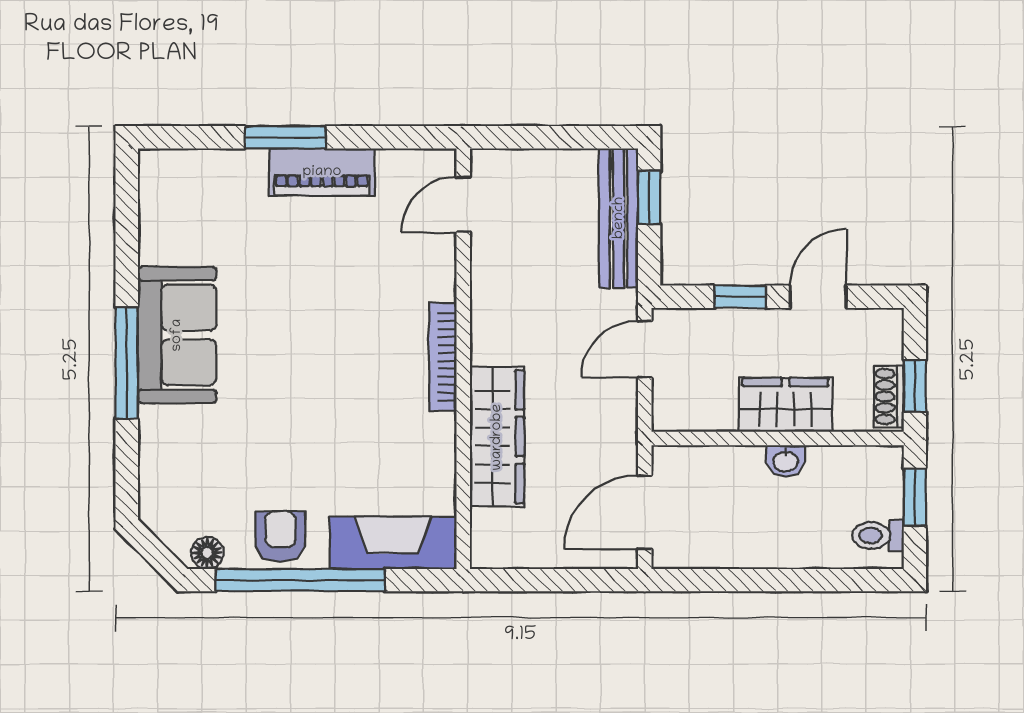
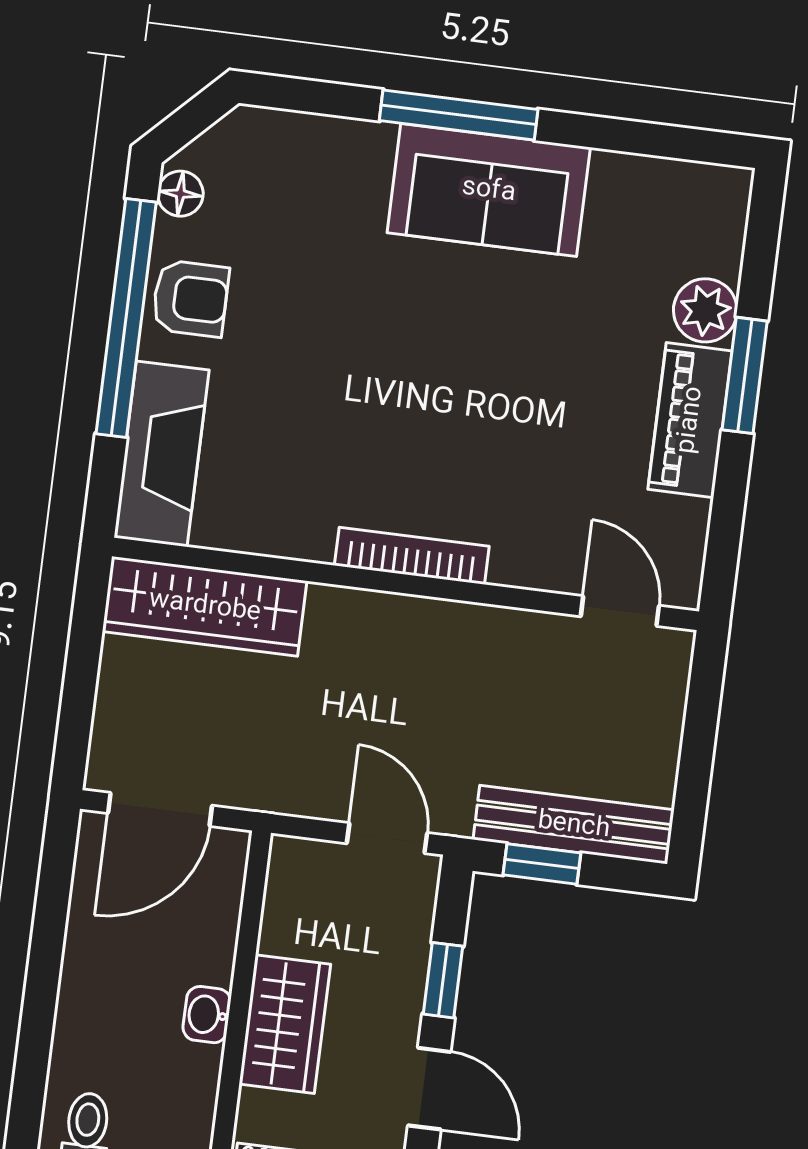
plant: (243, 171) -> (705, 310), added
window: (649, 197) -> (542, 864), moved
wardrobe: (497, 437) -> (205, 606), moved
door: (645, 512) -> (160, 809), swing flipped

